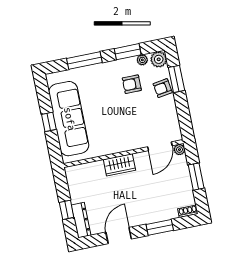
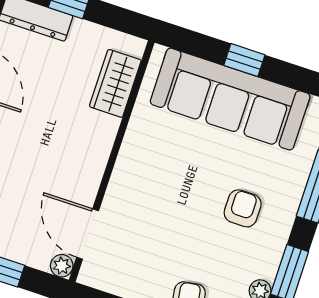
armchair: (132, 84) -> (243, 208), moved
wardrobe: (119, 165) -> (115, 83), moved

